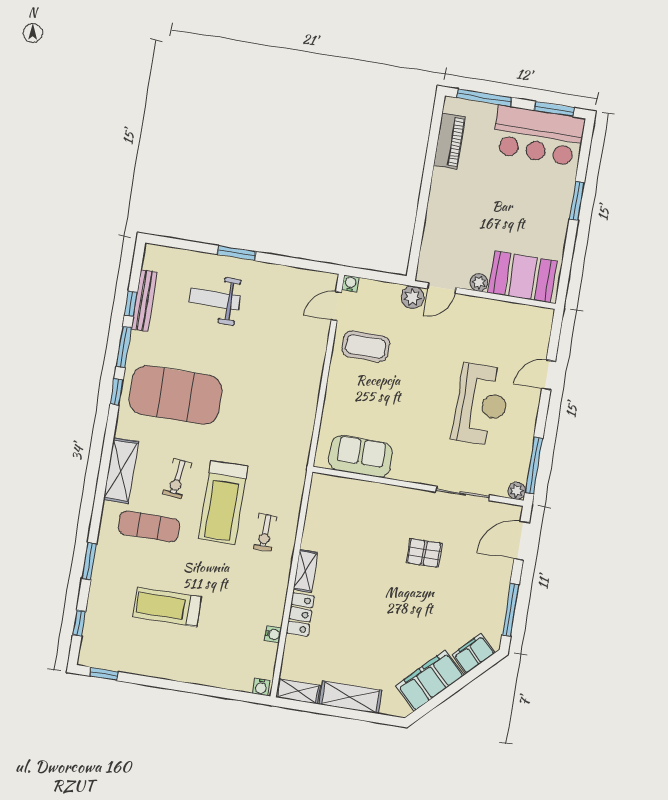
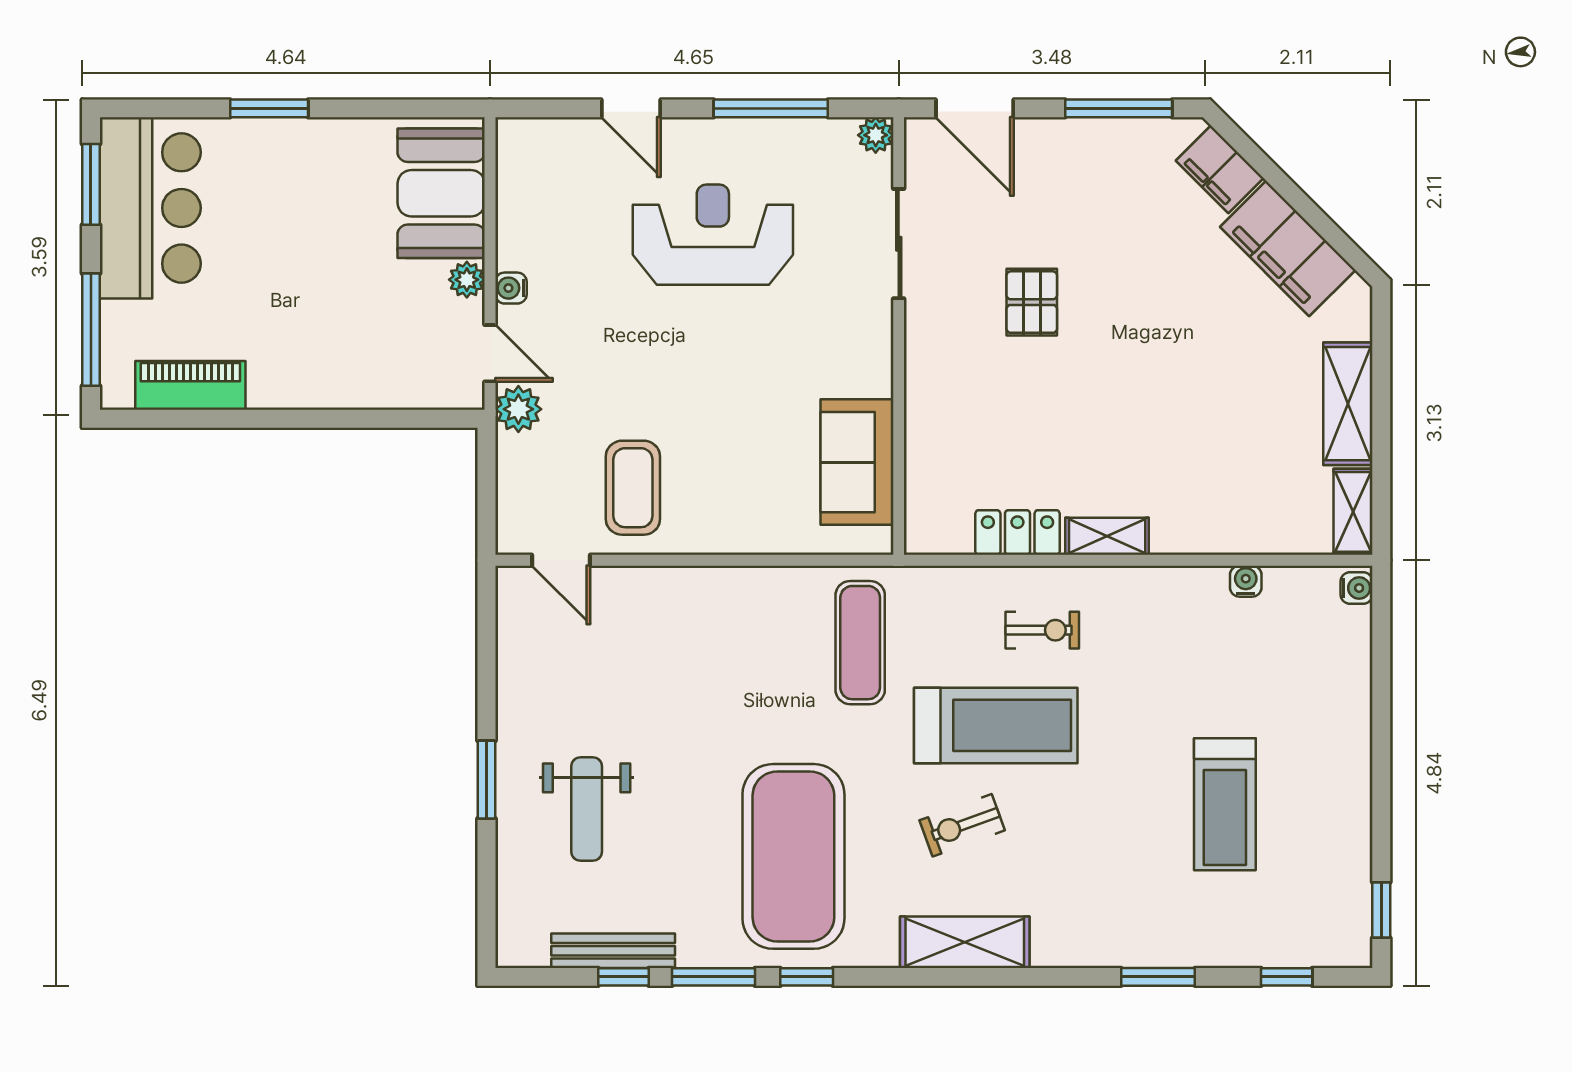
water cooler: (350, 284) -> (511, 288), moved
window: (534, 465) -> (771, 108), moved
exercise bike: (177, 479) -> (962, 825), turned 152
exercise mat: (149, 526) -> (860, 643), moved
locker: (300, 614) -> (1017, 532), moved

